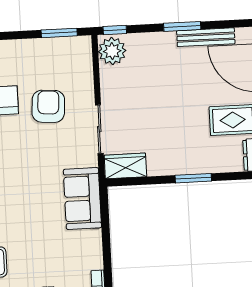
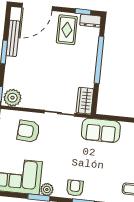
armchair: (48, 106) -> (28, 131), moved
window: (193, 178) -> (99, 60), width x2.11

